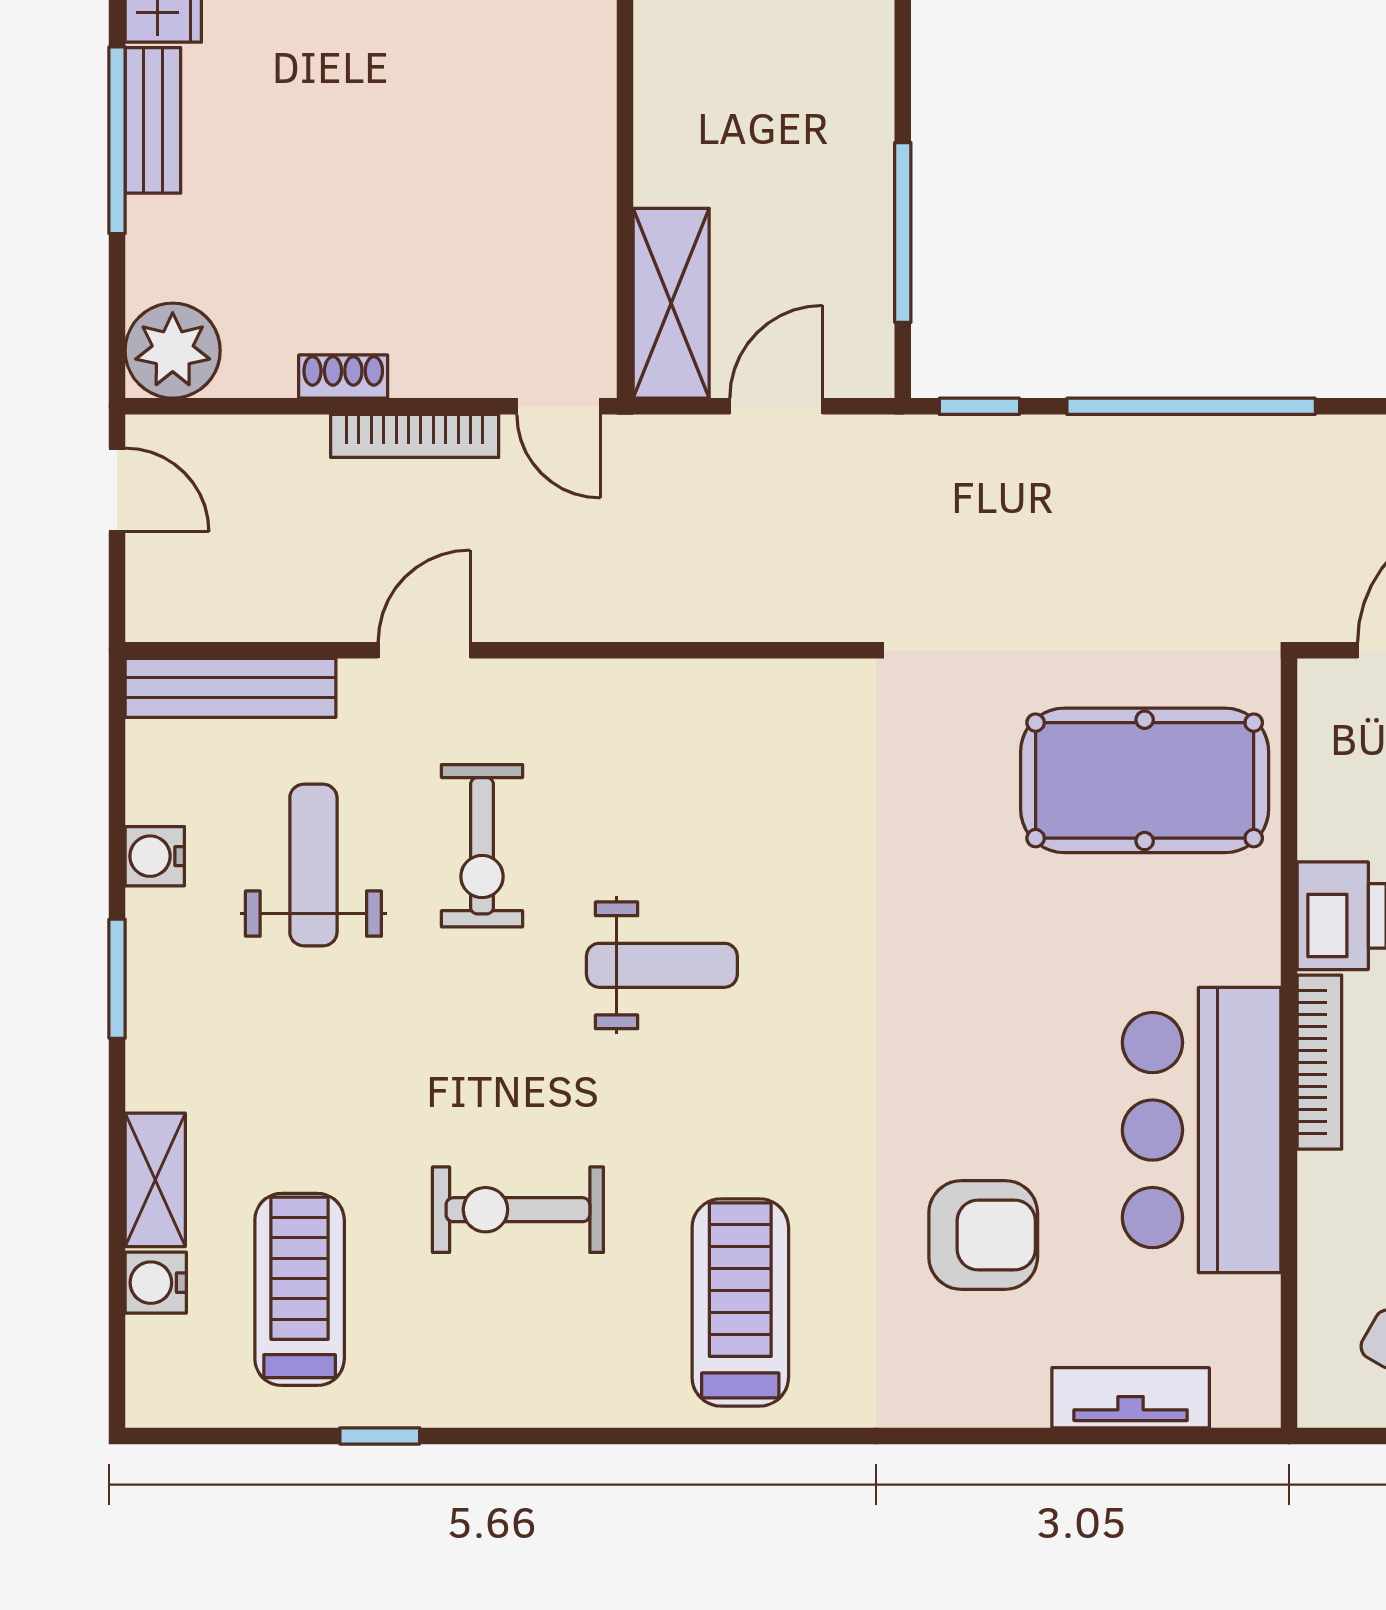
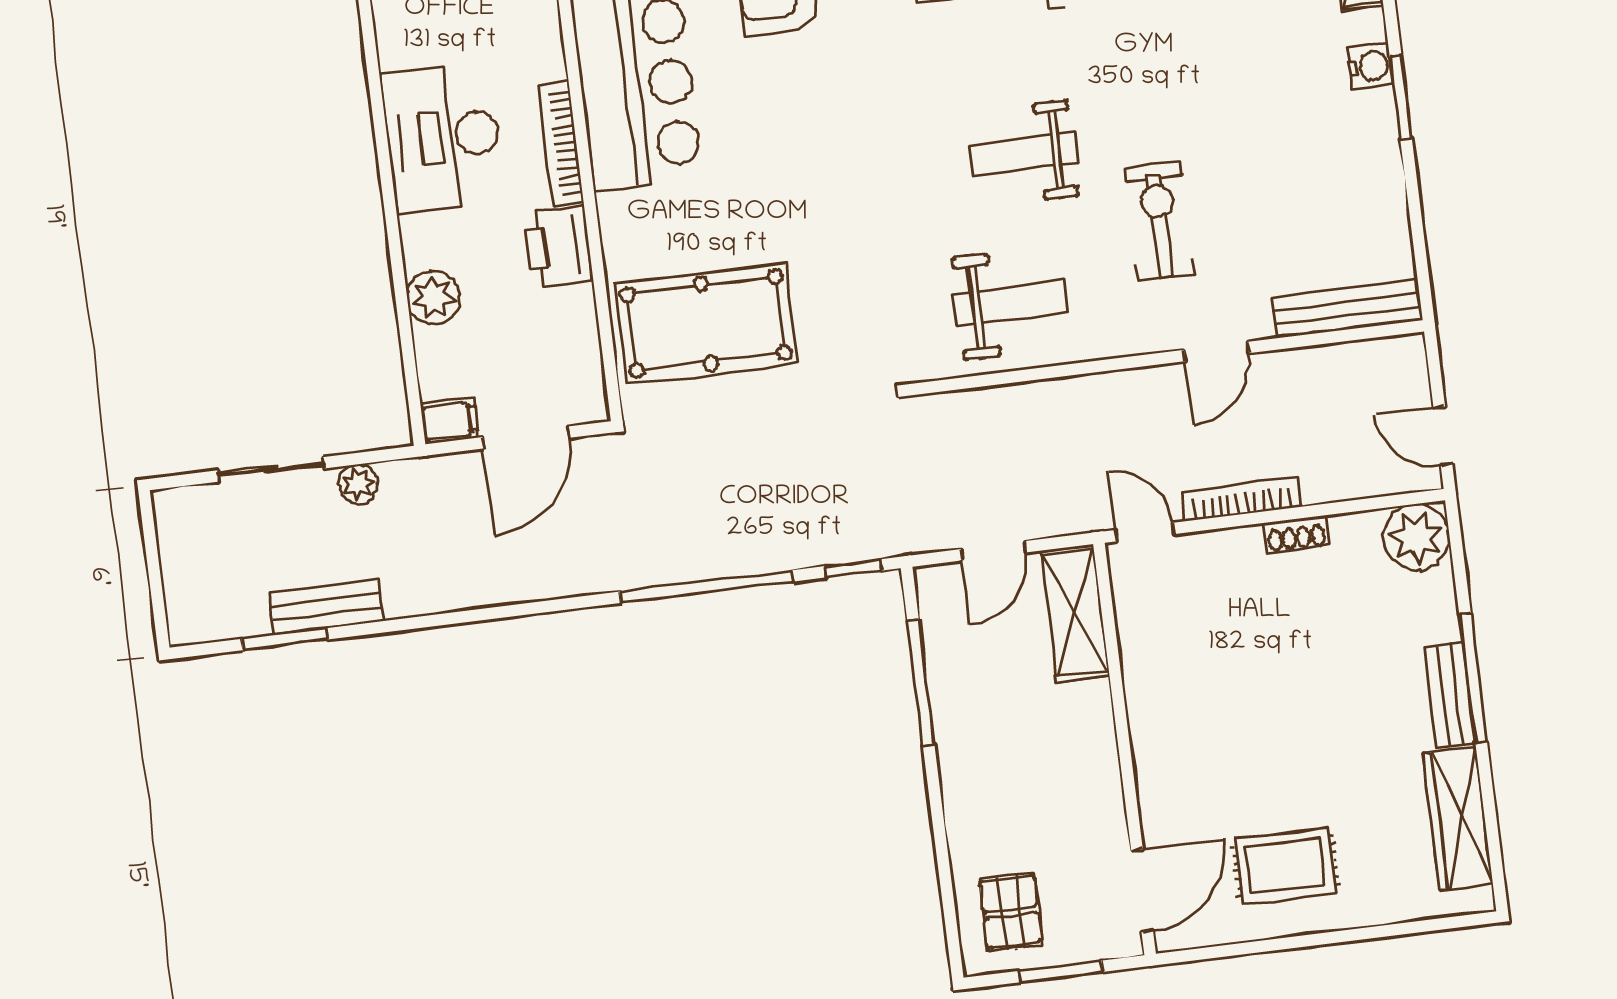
water cooler: (155, 856) -> (1370, 66), moved
weight bench: (313, 865) -> (1010, 303), moved, turned -90

